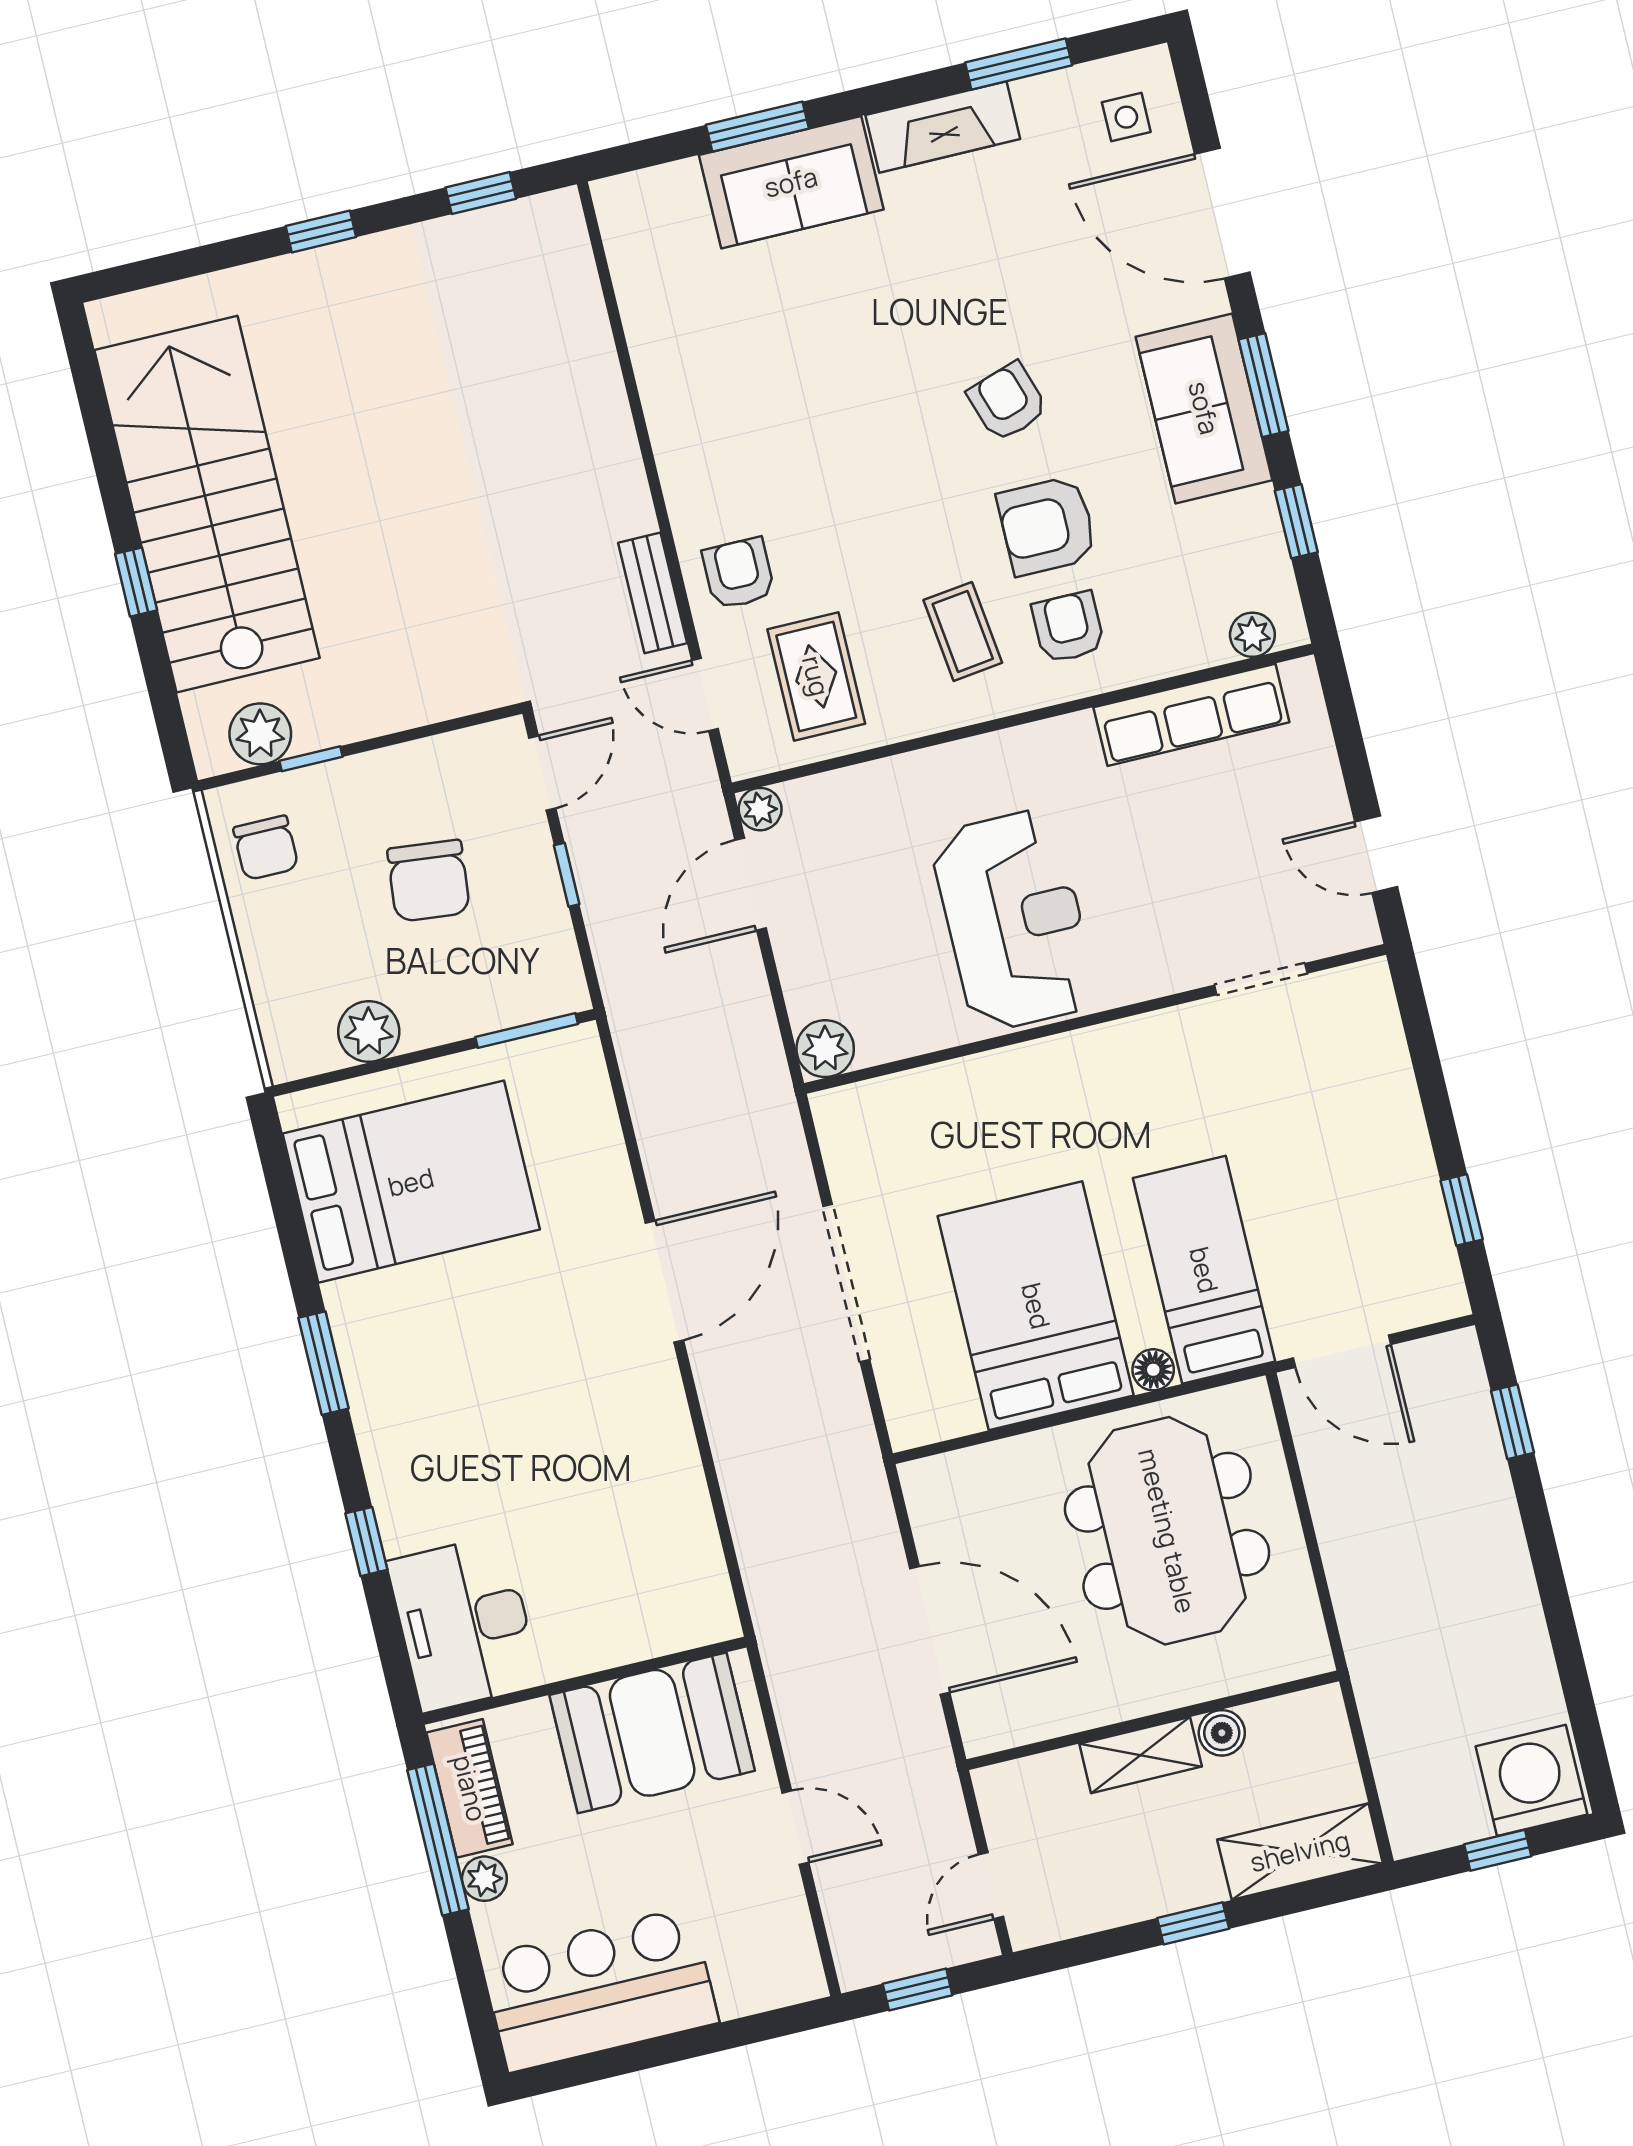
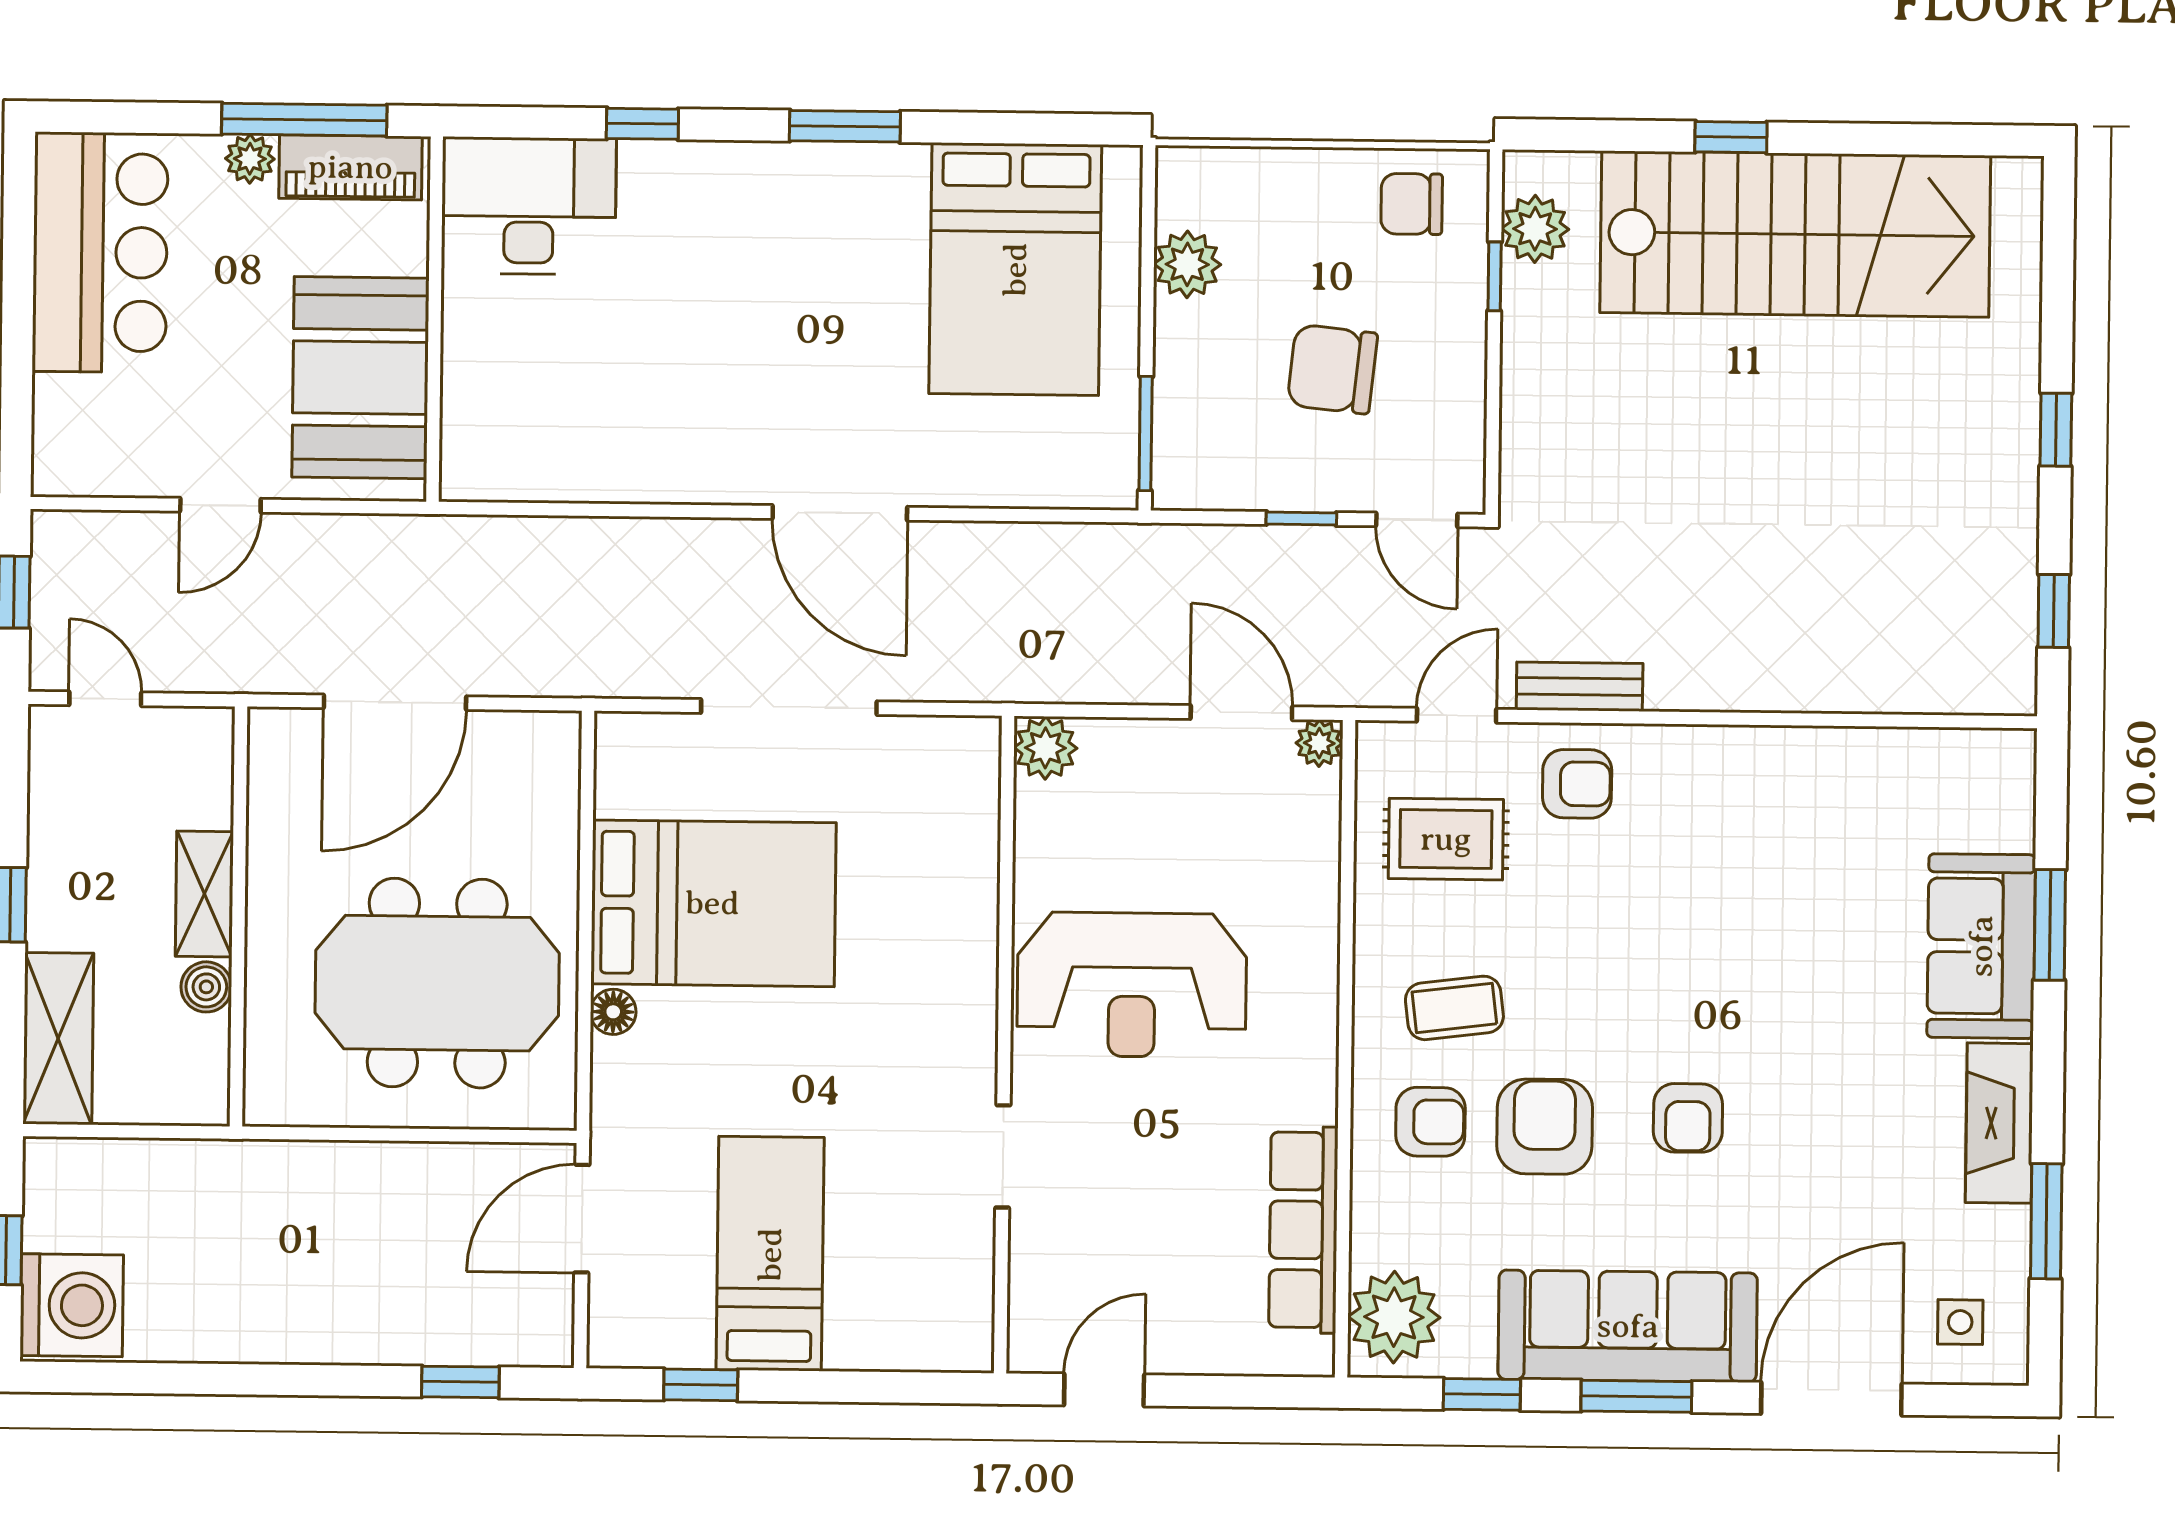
armchair: (1007, 402) -> (1688, 1118), turned 108
sofa: (1204, 408) -> (1628, 1326), width x1.36
plant: (1252, 635) -> (1394, 1317), width x1.88, depth x1.88
doorway: (1261, 979) -> (1003, 1156), moved
bed: (1204, 1270) -> (770, 1254), moved, turned -90

